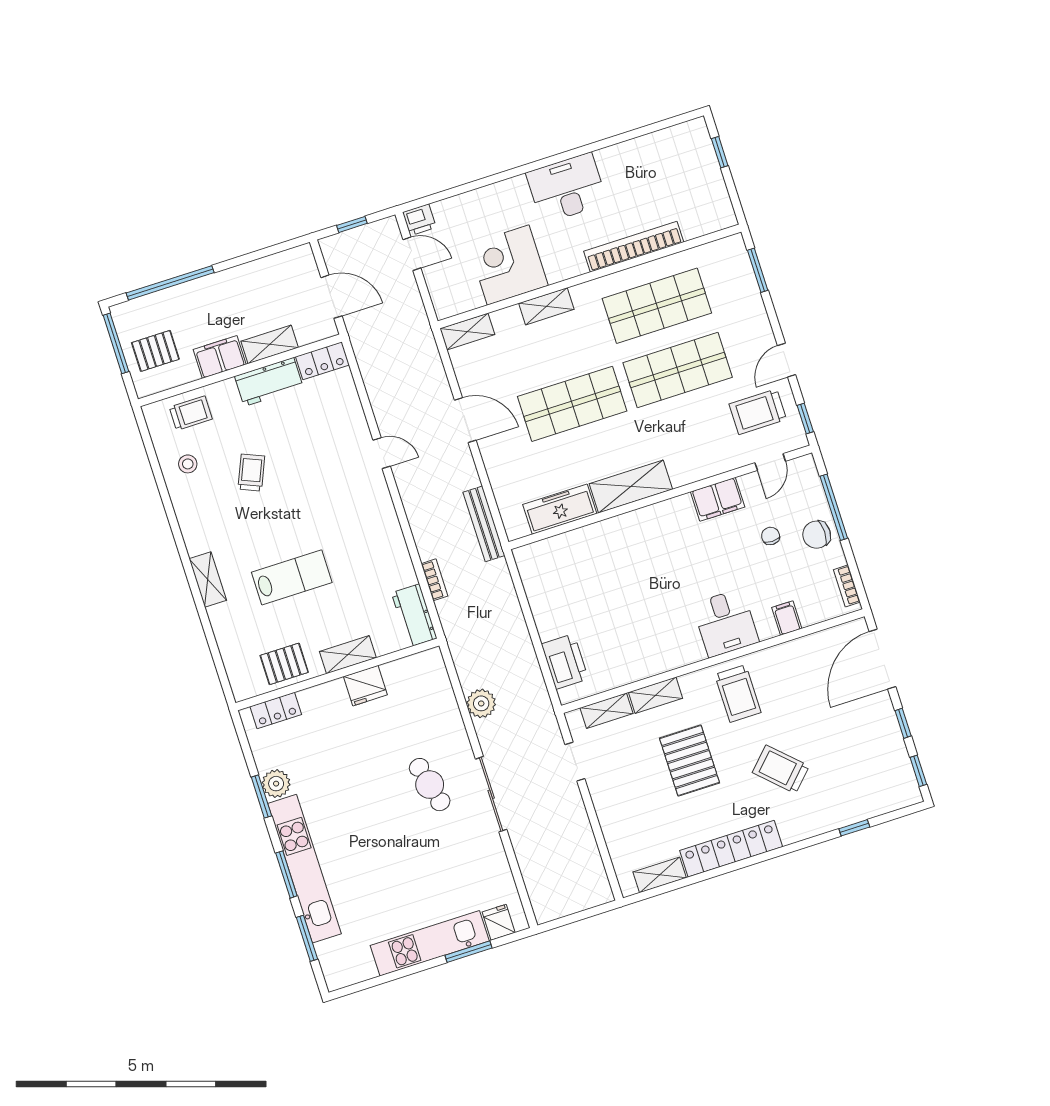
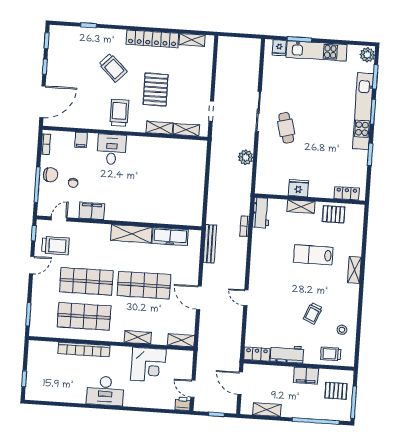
shelving: (270, 344) -> (267, 410), moved
printer: (565, 662) -> (197, 162), removed
plant: (276, 784) -> (367, 55), moved

